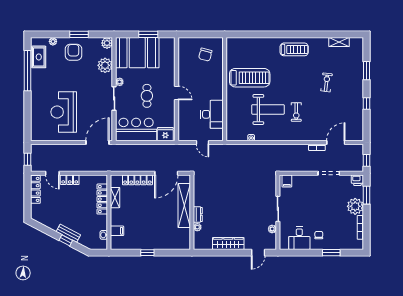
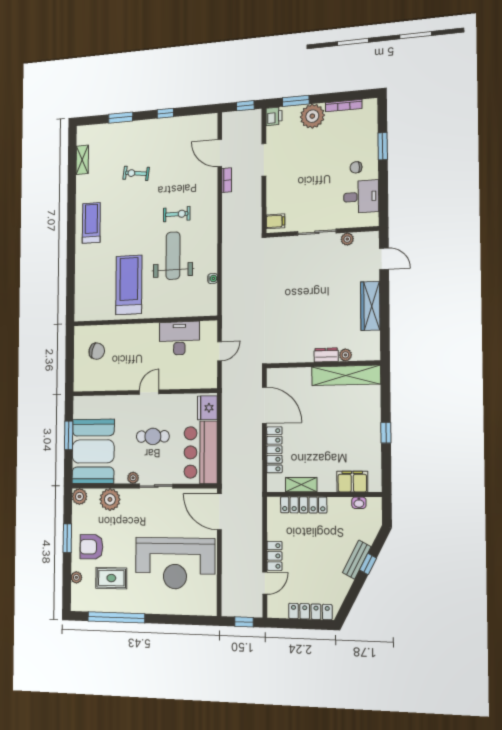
rug: (39, 57) -> (111, 578), moved
reception desk: (64, 112) -> (175, 563), width x1.36, depth x1.30
locker: (35, 189) -> (310, 611), moved
shelving: (184, 206) -> (346, 375), moved
filing cabinet: (117, 231) -> (352, 482), width x2.00

